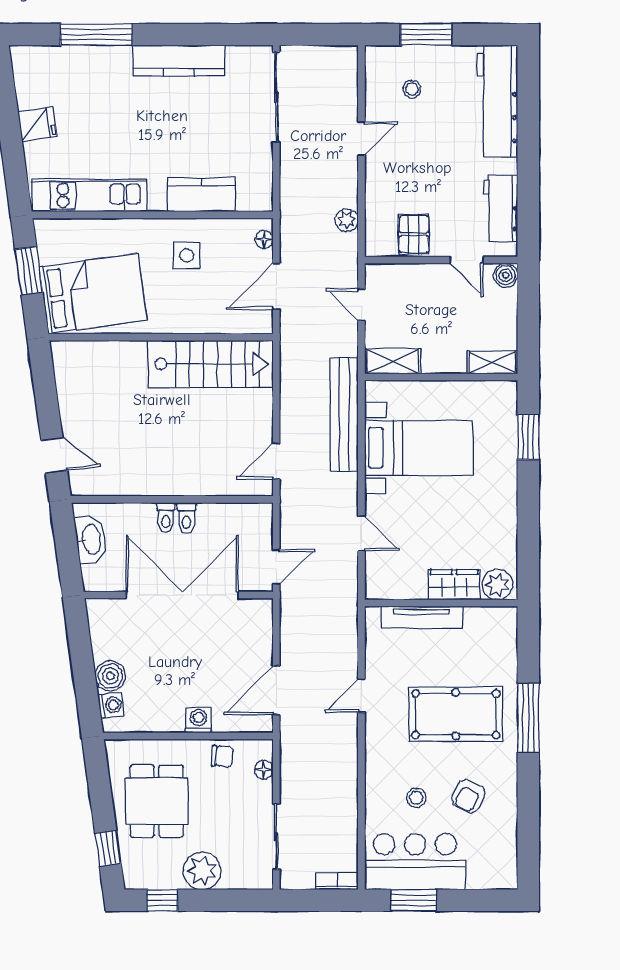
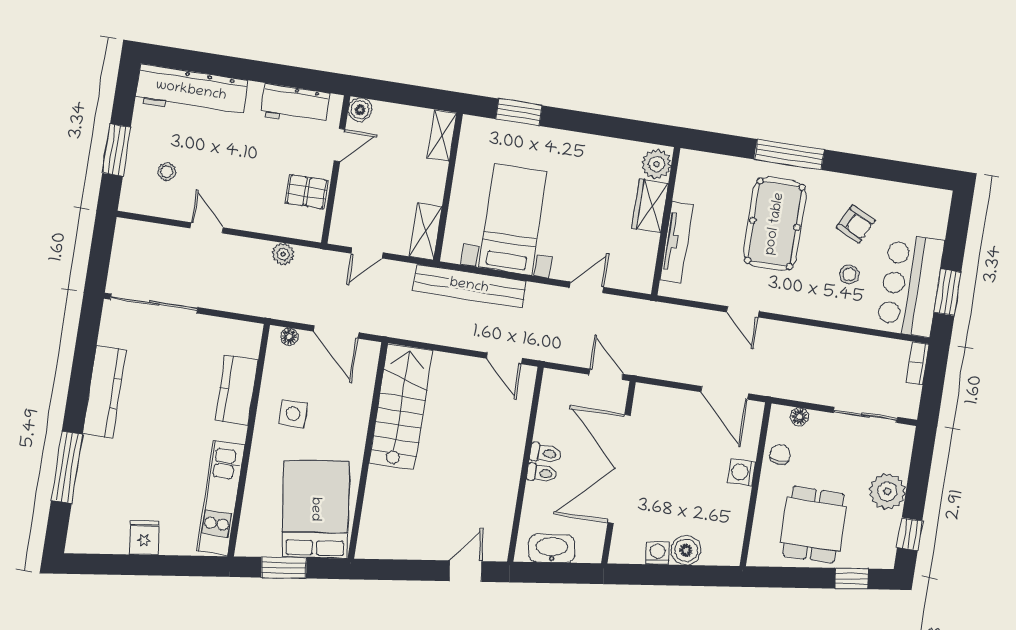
washing machine: (111, 705) -> (658, 553), moved
dining table: (157, 801) -> (813, 525), turned 90

